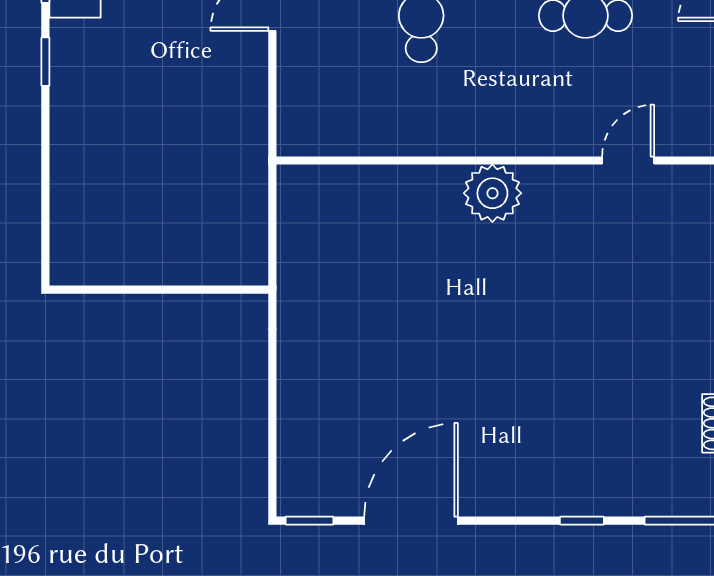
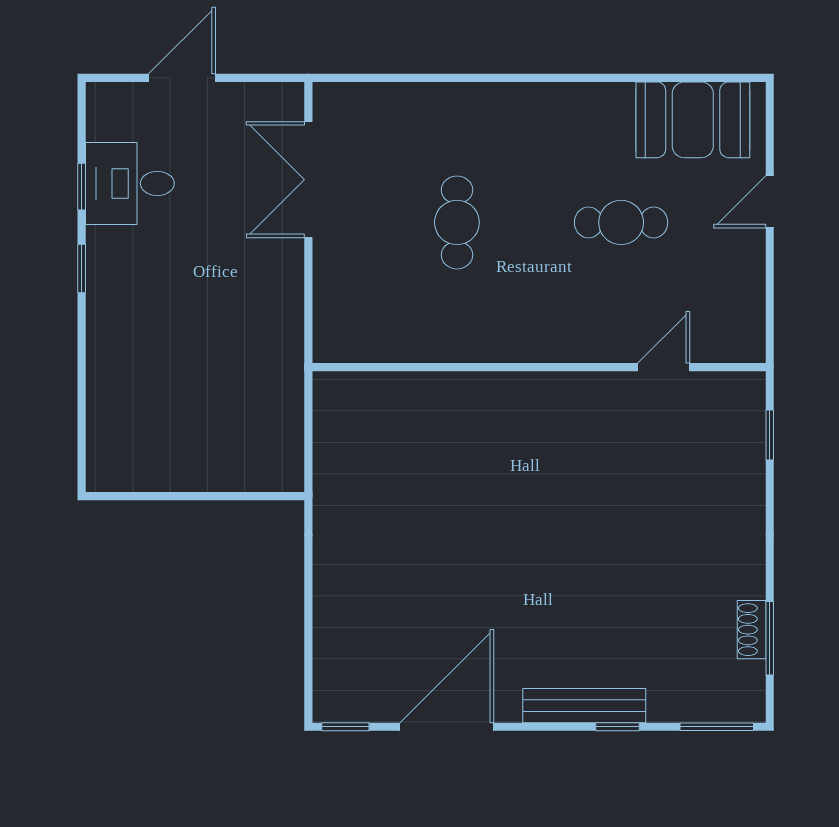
plant: (492, 193) -> (528, 400), removed
bench: (549, 499) -> (584, 706), added

